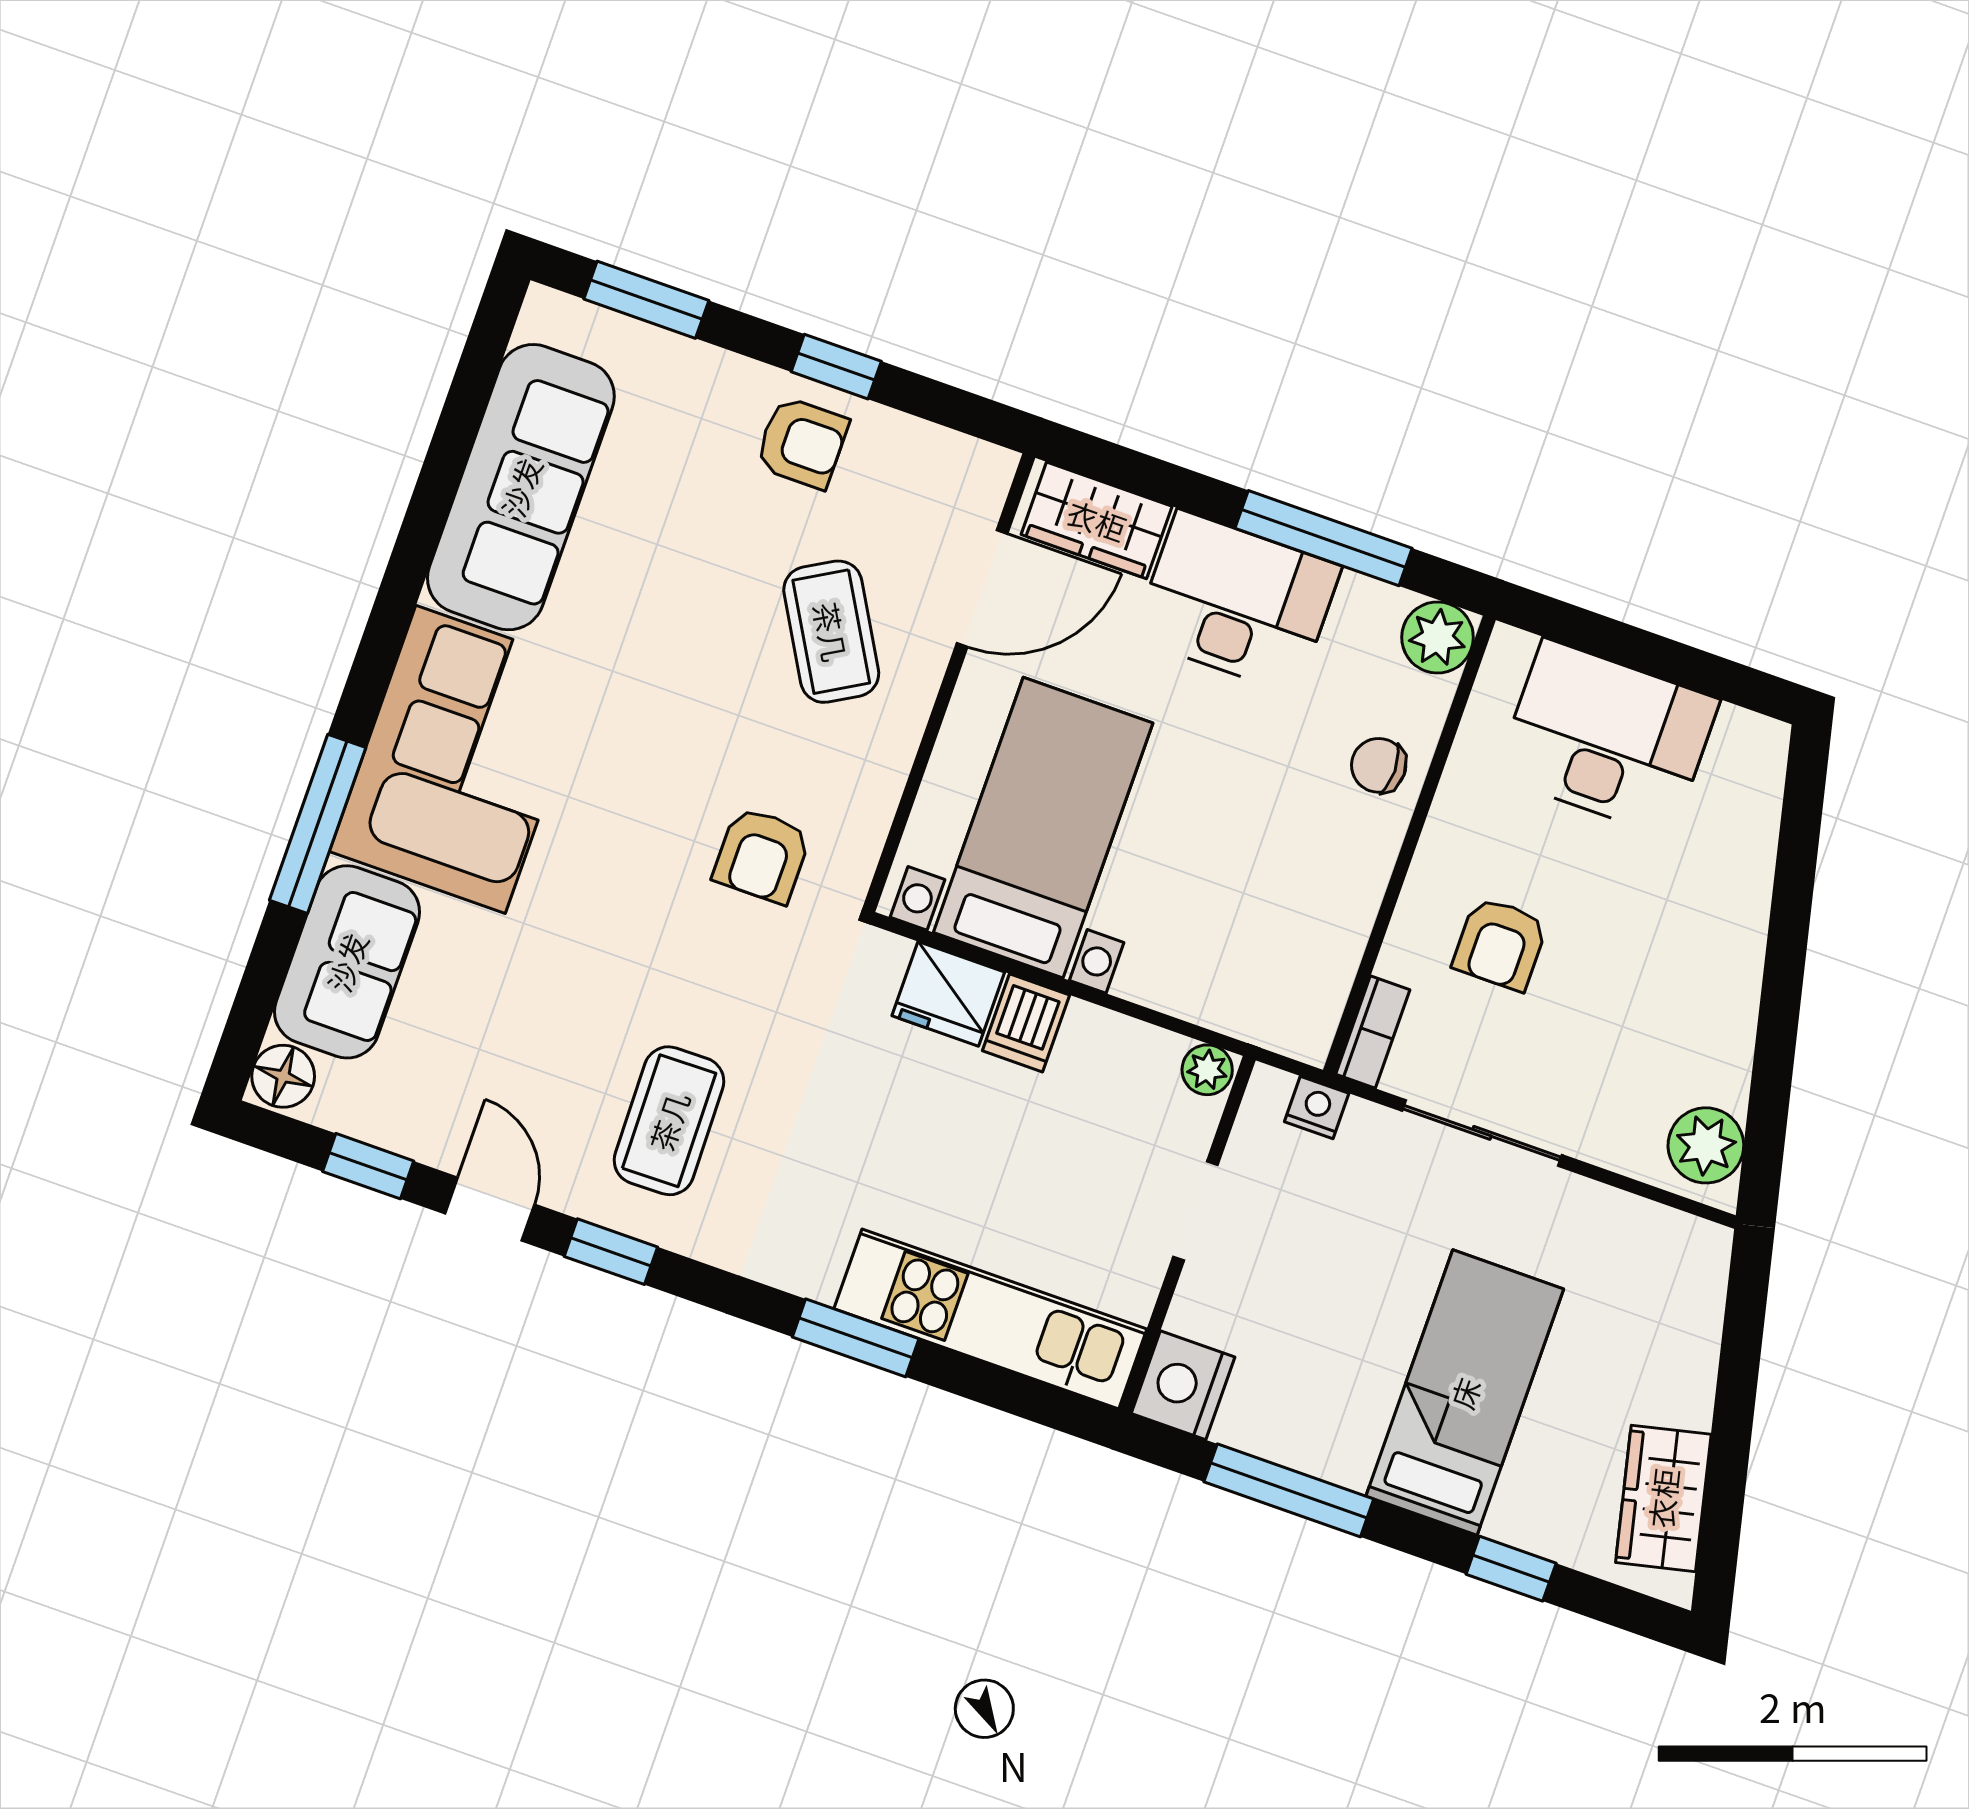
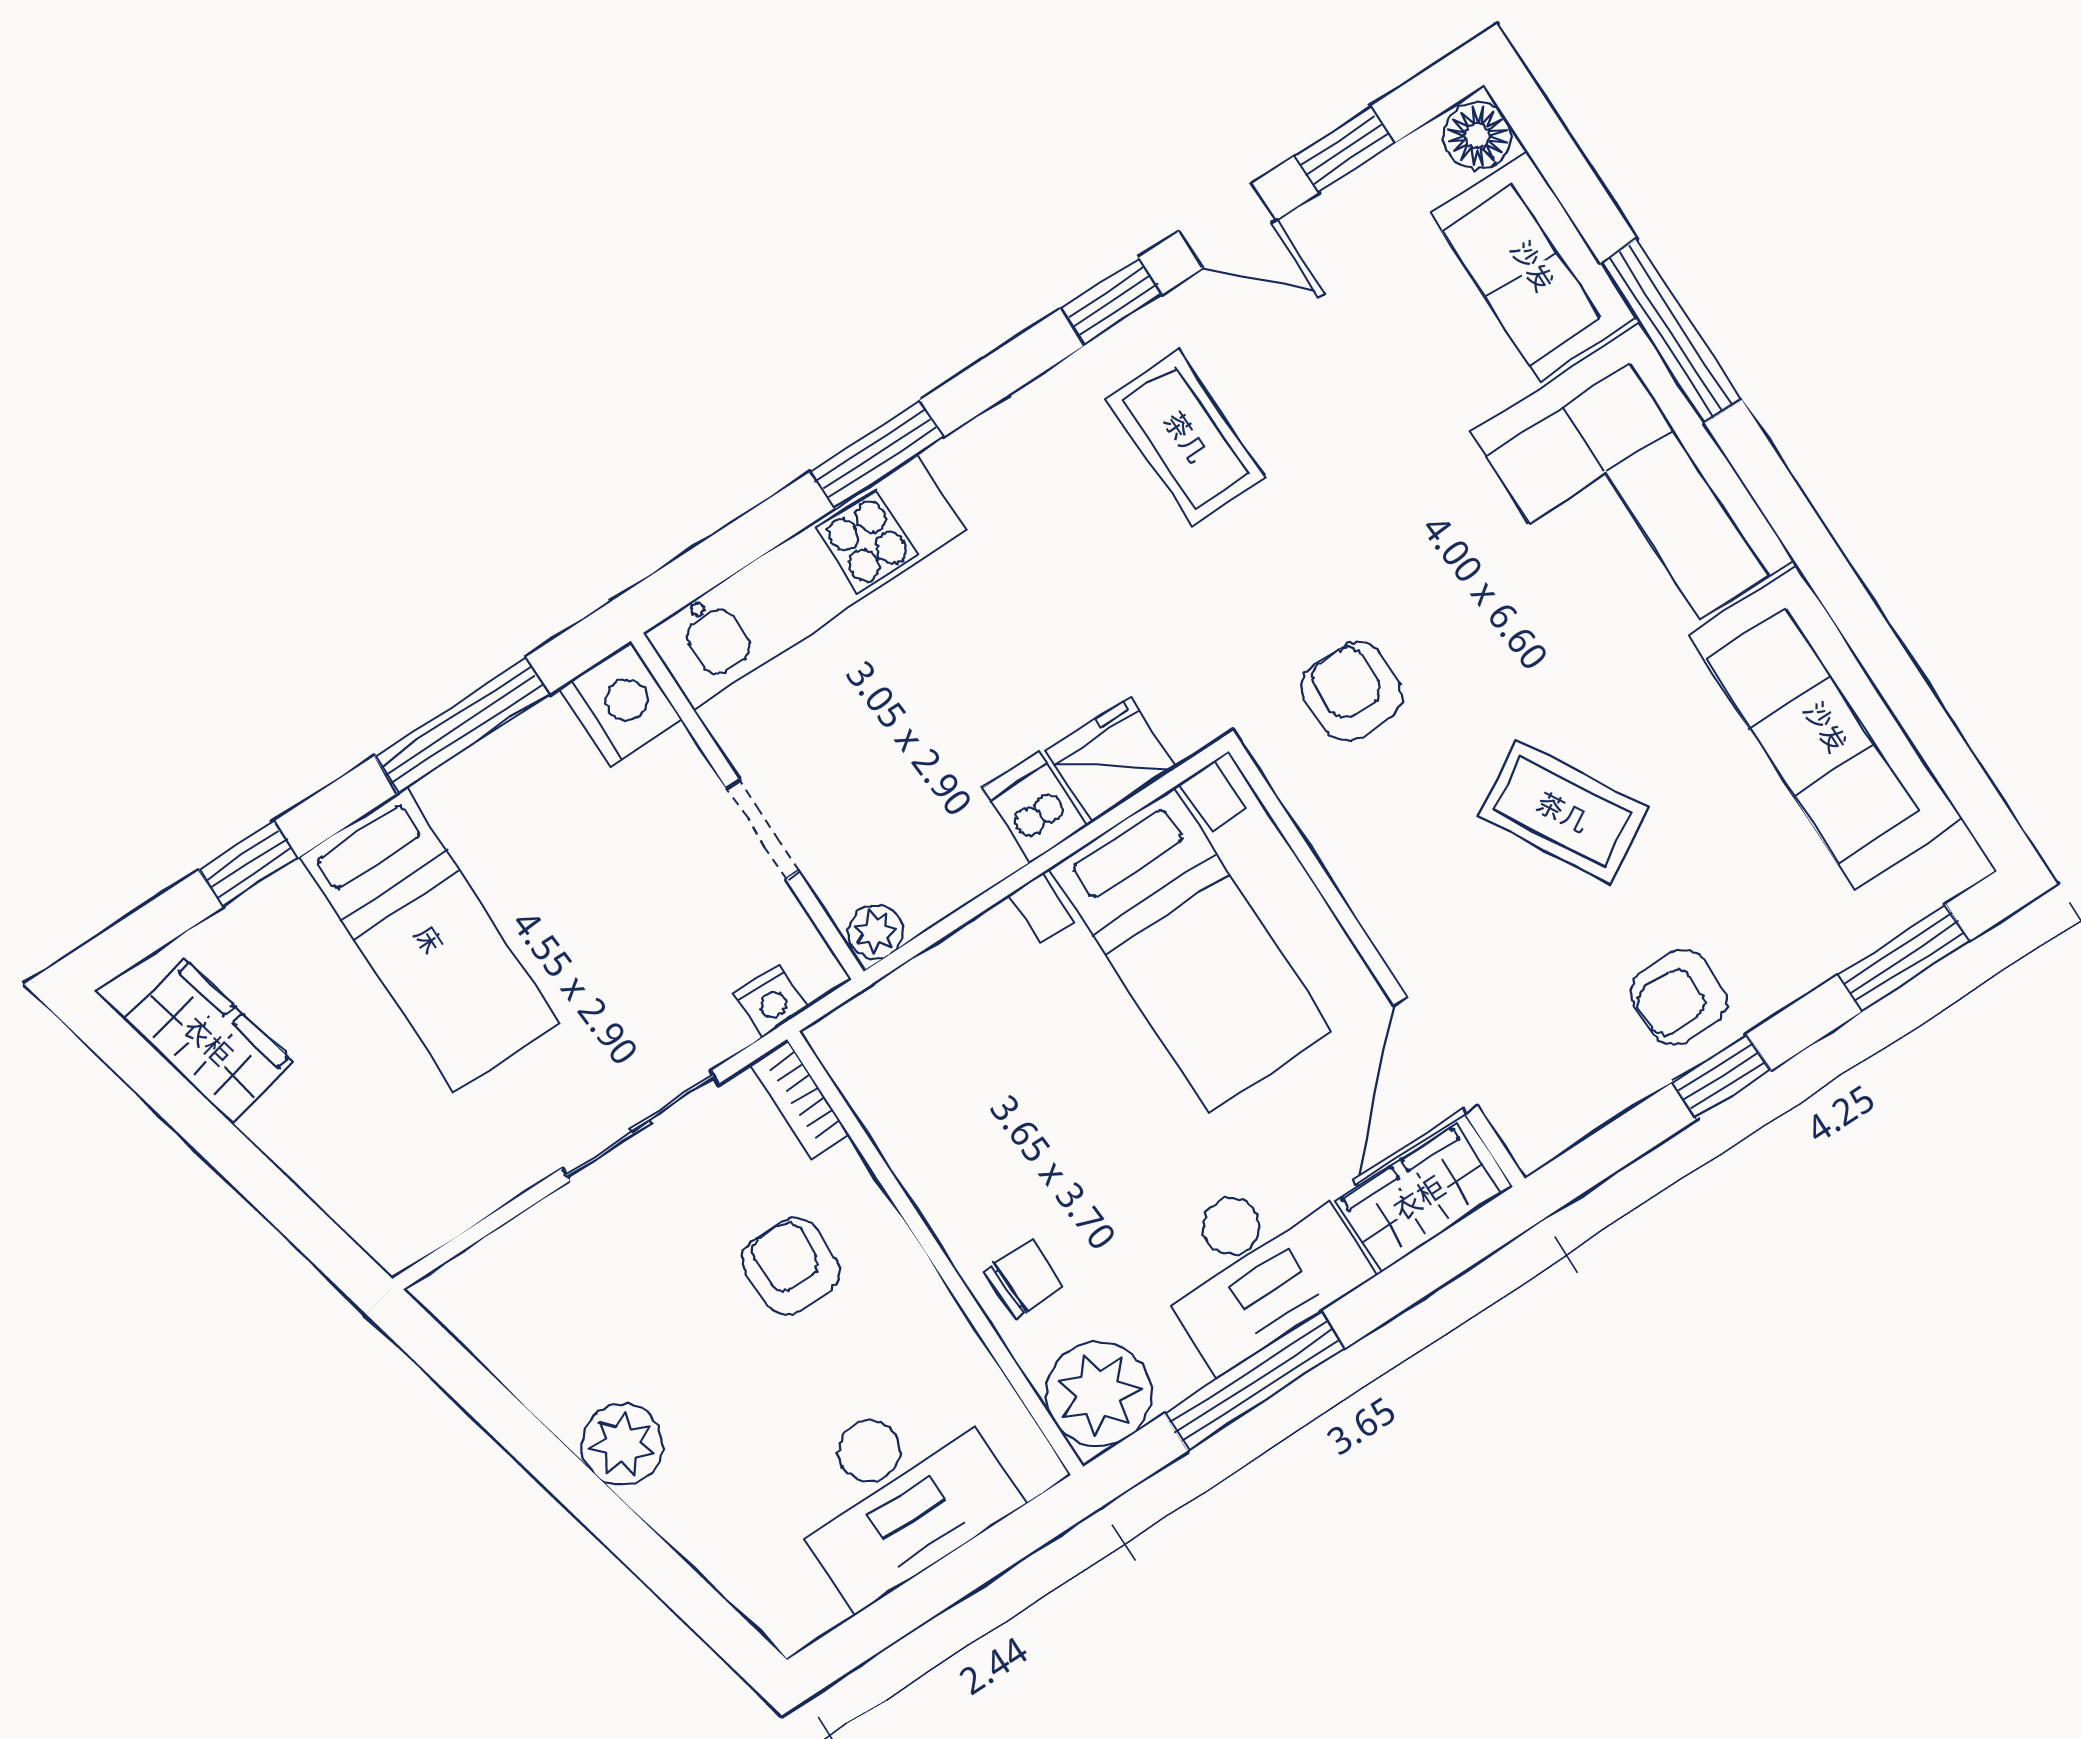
coffee table: (831, 632) -> (1563, 812), moved
plant: (1438, 637) -> (1098, 1394), width x1.36, depth x1.36
plant: (1706, 1145) -> (623, 1445), moved

